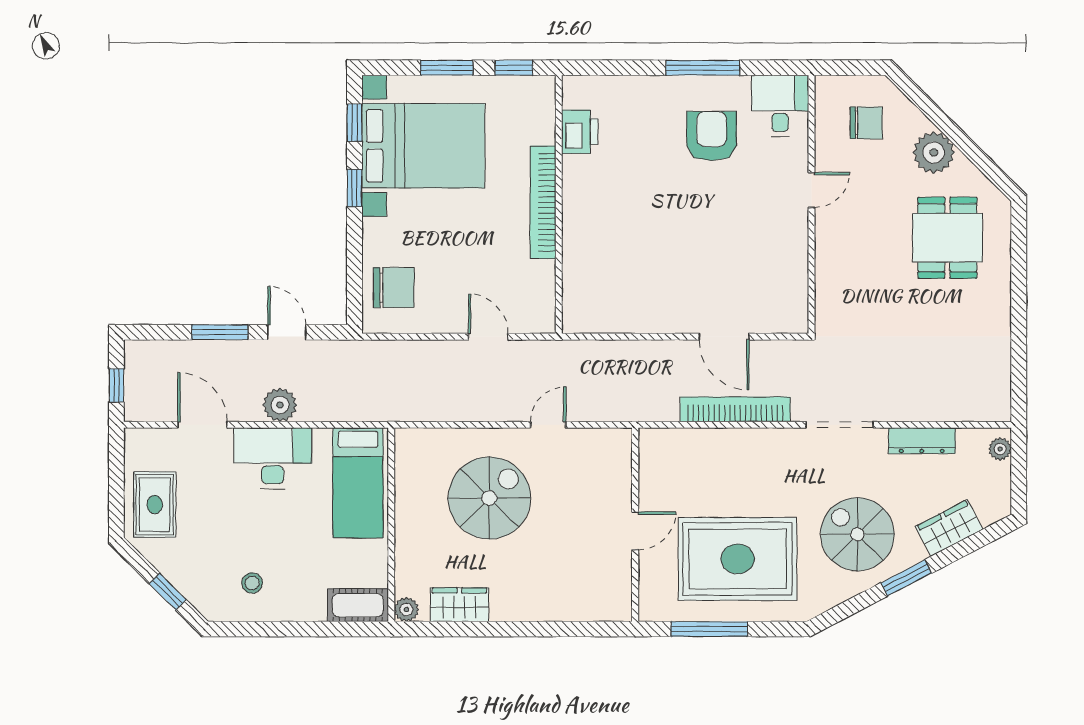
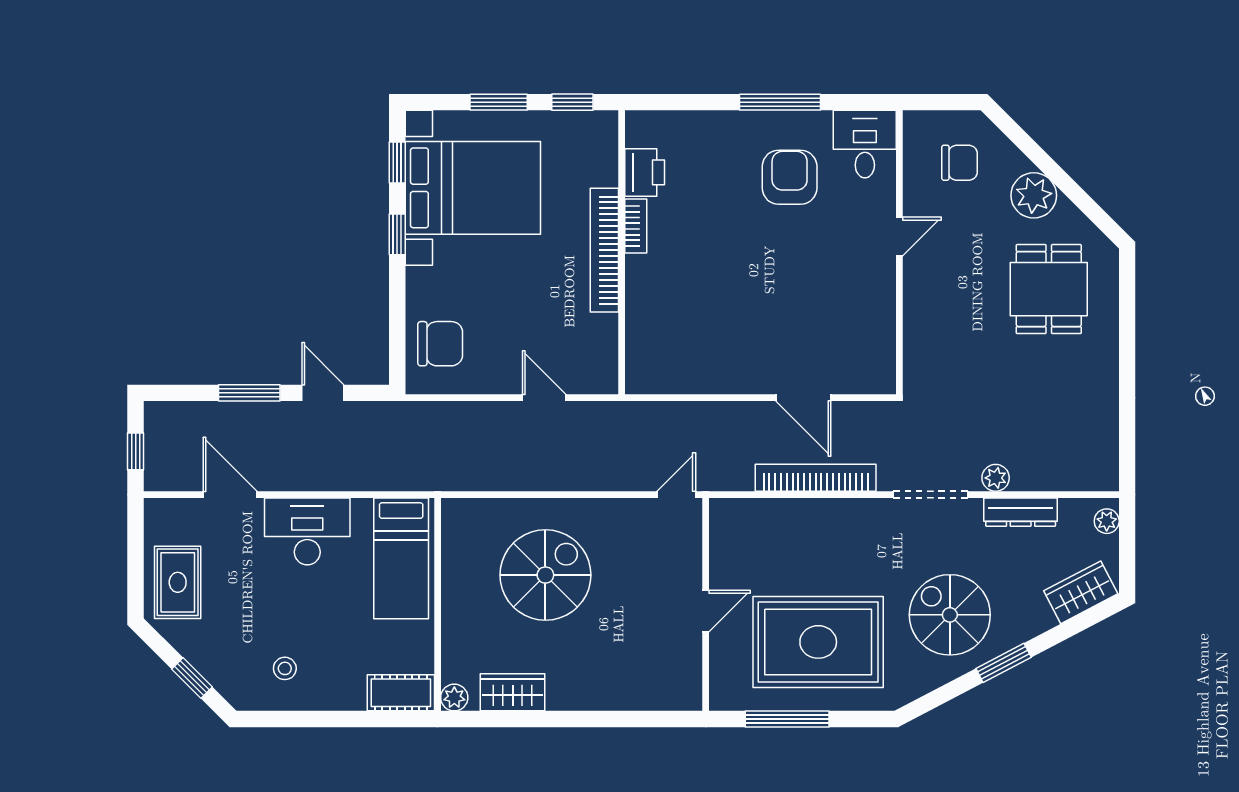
bookcase: (572, 180) -> (636, 226), added
plant: (280, 405) -> (996, 478), moved, width x0.73, depth x0.73
door: (548, 425) -> (676, 495), moved
wardrobe: (949, 528) -> (1081, 592), moved

